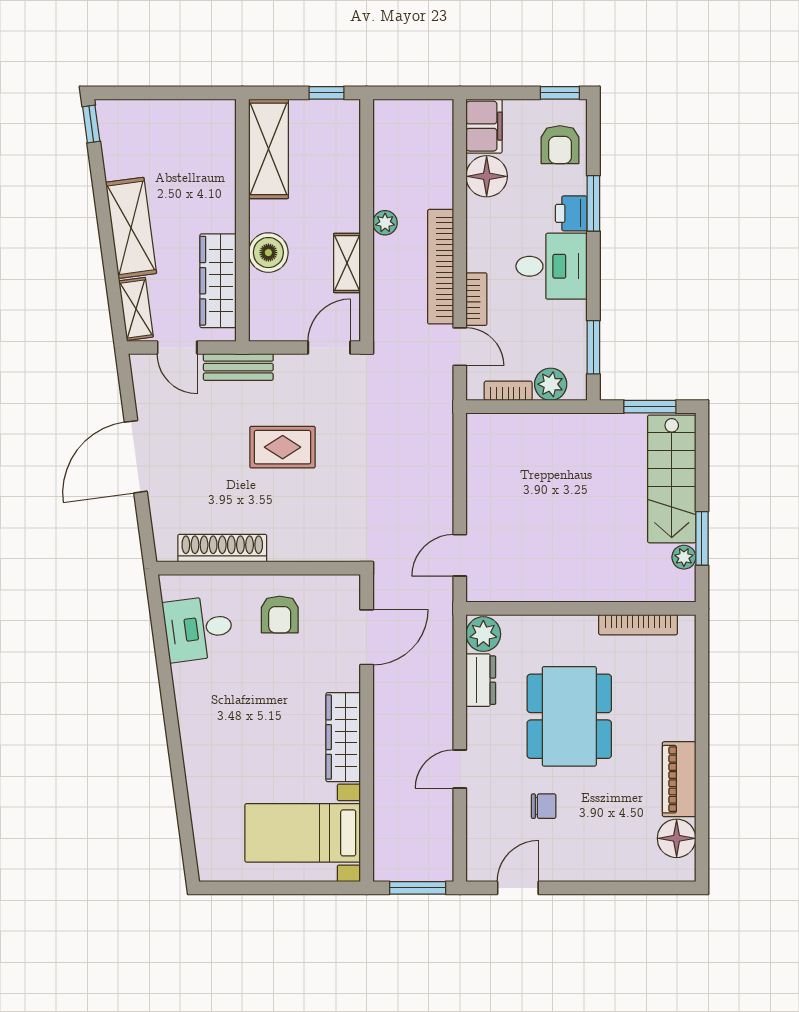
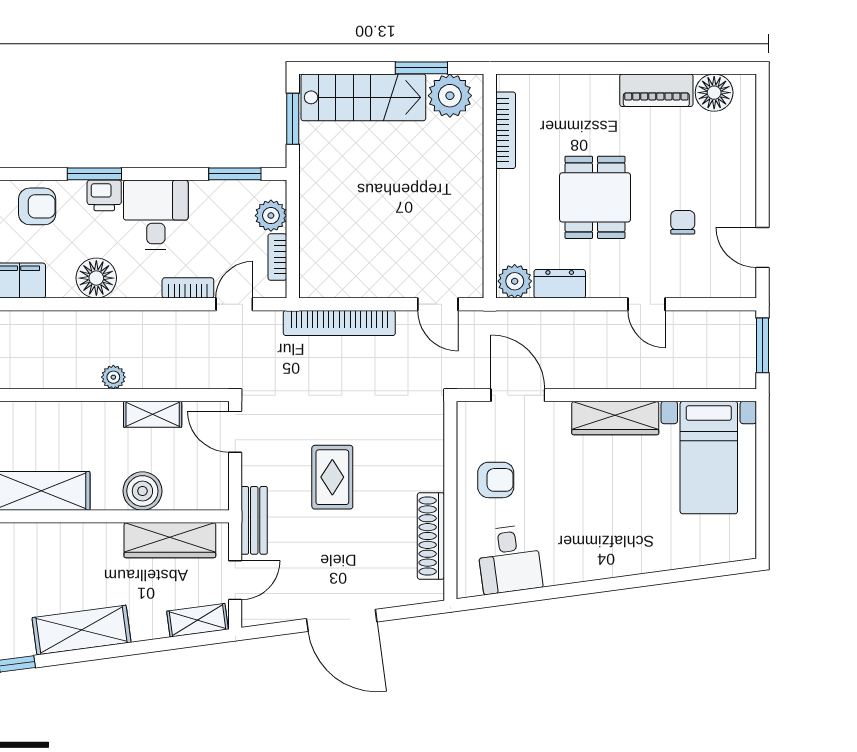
floor lamp: (487, 176) -> (96, 278), moved
shelving: (131, 228) -> (82, 630), moved
bookcase: (441, 267) -> (339, 323), moved
plant: (684, 557) -> (450, 96), width x1.87, depth x1.87
dining table: (569, 716) -> (595, 197), width x0.73

